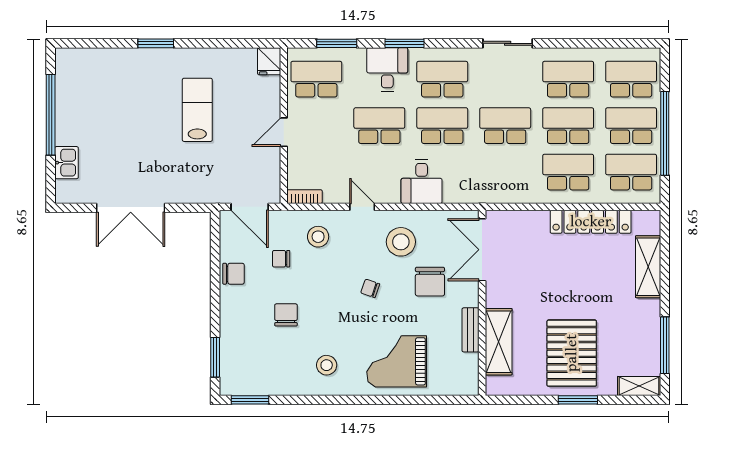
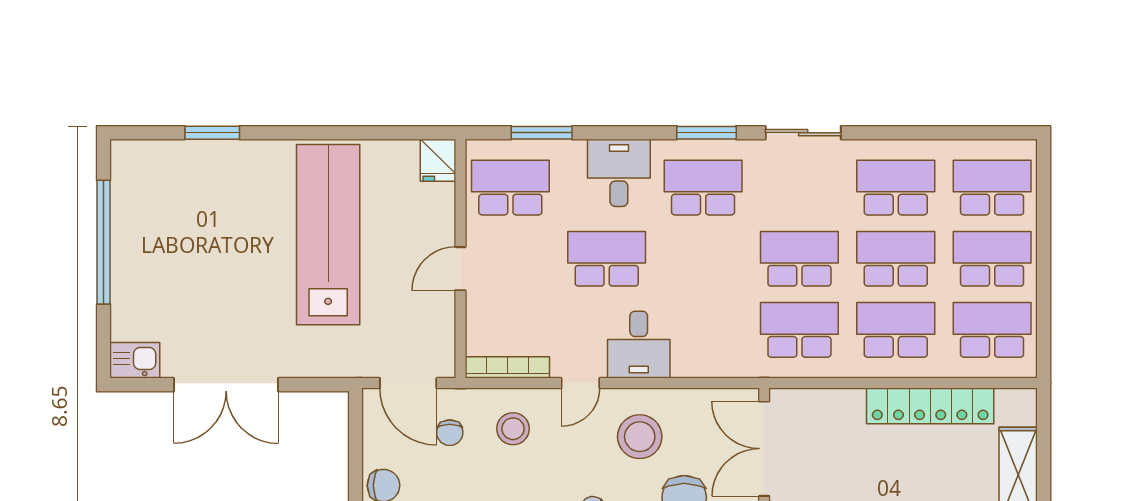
window: (156, 43) -> (212, 133), moved
window: (404, 43) -> (706, 133), moved
lab bench: (197, 110) -> (328, 235), width x1.86, depth x1.39
school desk: (442, 126) -> (799, 330), moved
window: (665, 133) -> (1044, 271), removed
kitchen sink: (67, 163) -> (135, 360), moved, turned -90
desk: (422, 182) -> (639, 345), moved
bookcase: (305, 197) -> (507, 367), width x1.56
door: (362, 207) -> (580, 383), swing flipped
chair: (281, 259) -> (450, 433), moved, turned -90

